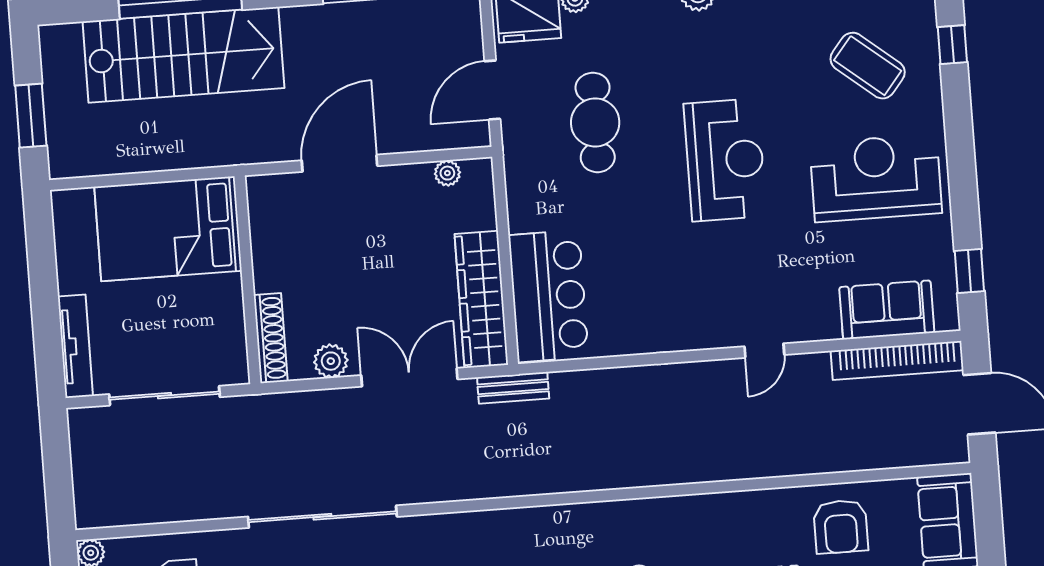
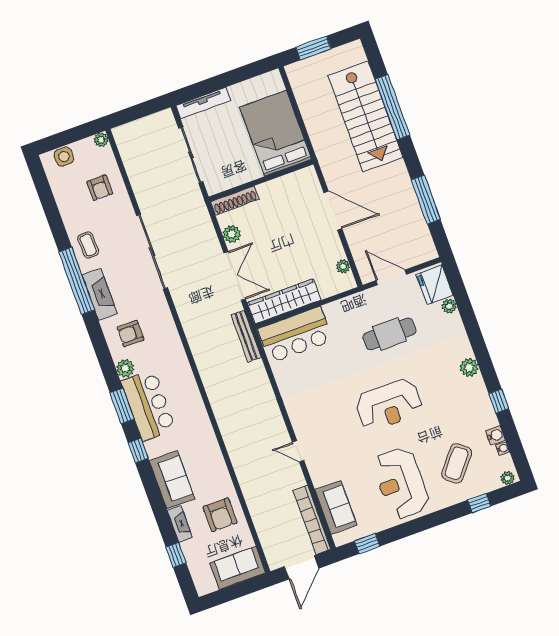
reception desk: (876, 178) -> (401, 483), turned 180
bench: (513, 388) -> (246, 336), width x1.36
armchair: (841, 527) -> (220, 515), turned -90

